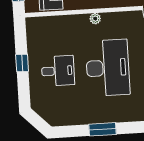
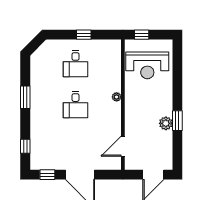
desk: (108, 68) -> (76, 105), width x0.53, depth x0.77

